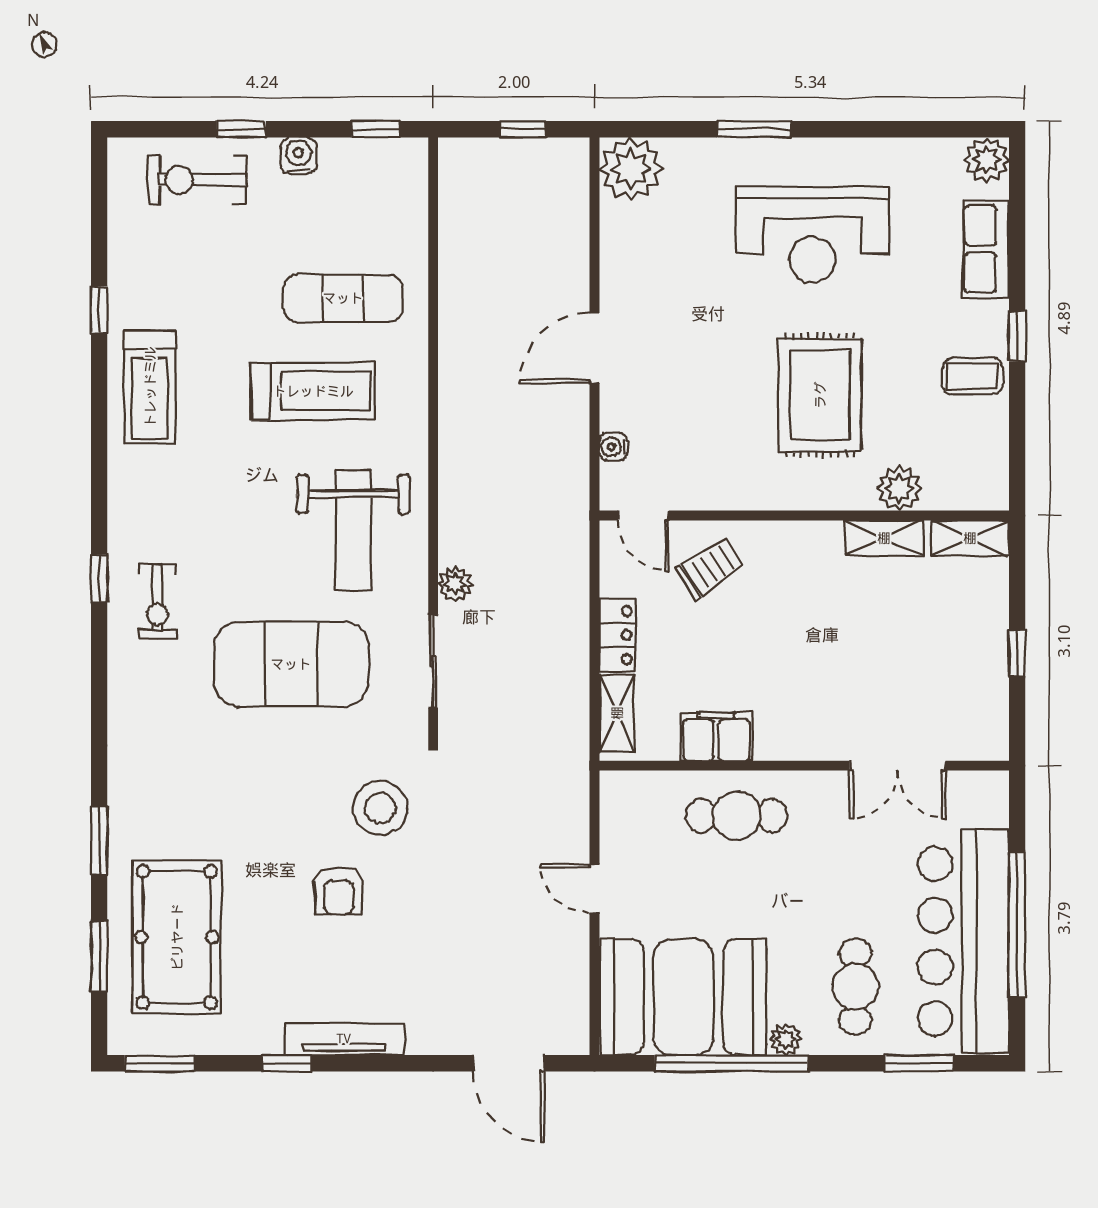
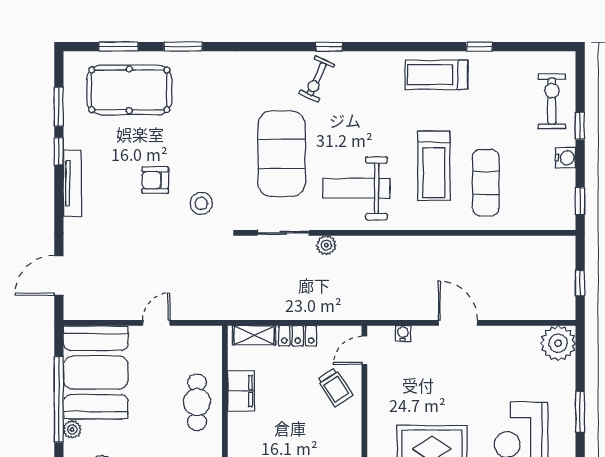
exercise bike: (157, 601) -> (317, 79), turned -66
stool: (380, 808) -> (201, 203), width x0.73, depth x0.73
window: (160, 1063) -> (59, 107), moved

